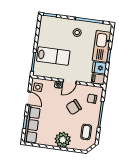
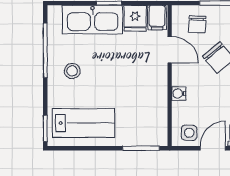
lab bench: (53, 56) -> (84, 123), moved, turned 90
door: (70, 82) -> (170, 50), moved

